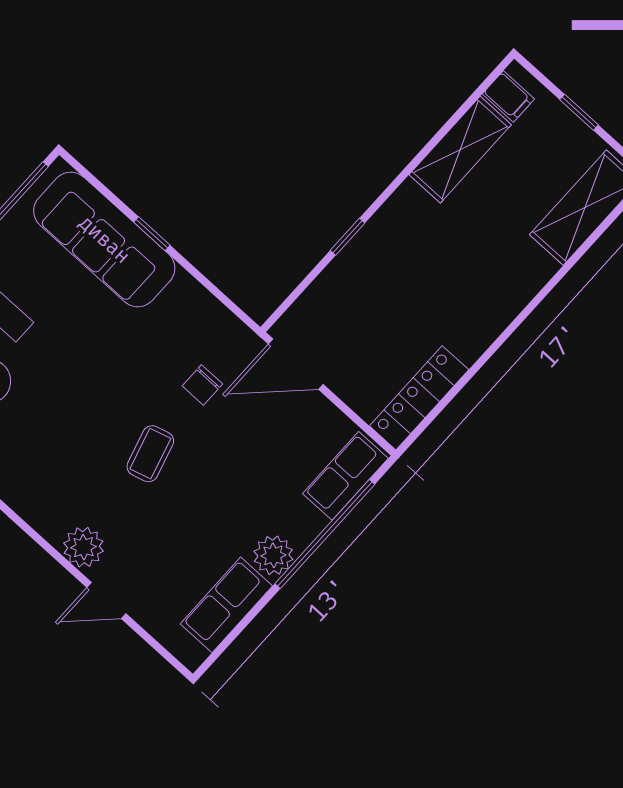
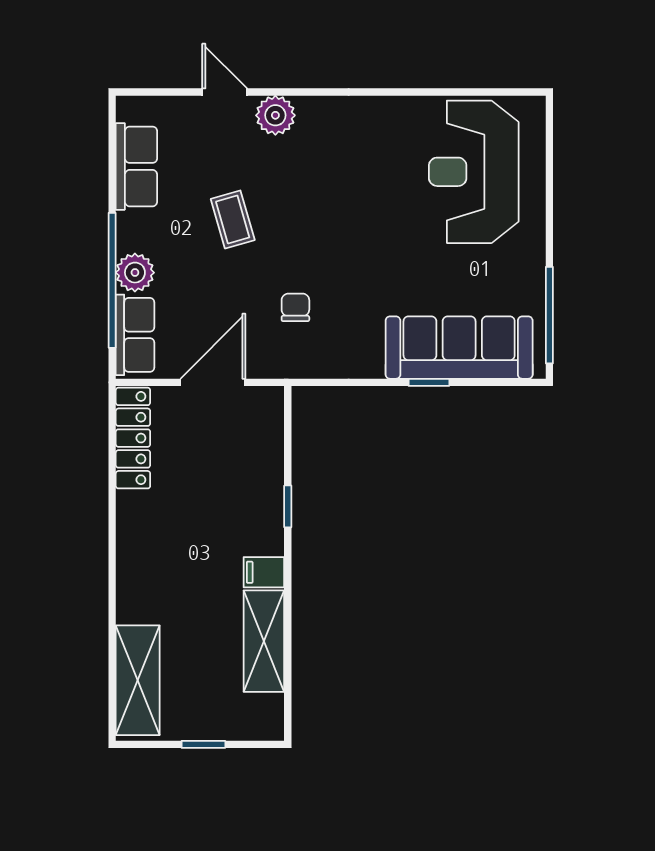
filing cabinet: (508, 96) -> (264, 572), moved
door: (296, 364) -> (213, 382), moved
coffee table: (150, 454) -> (233, 219), moved
plant: (273, 555) -> (135, 273), moved
door: (106, 601) -> (225, 92), hinge flipped

